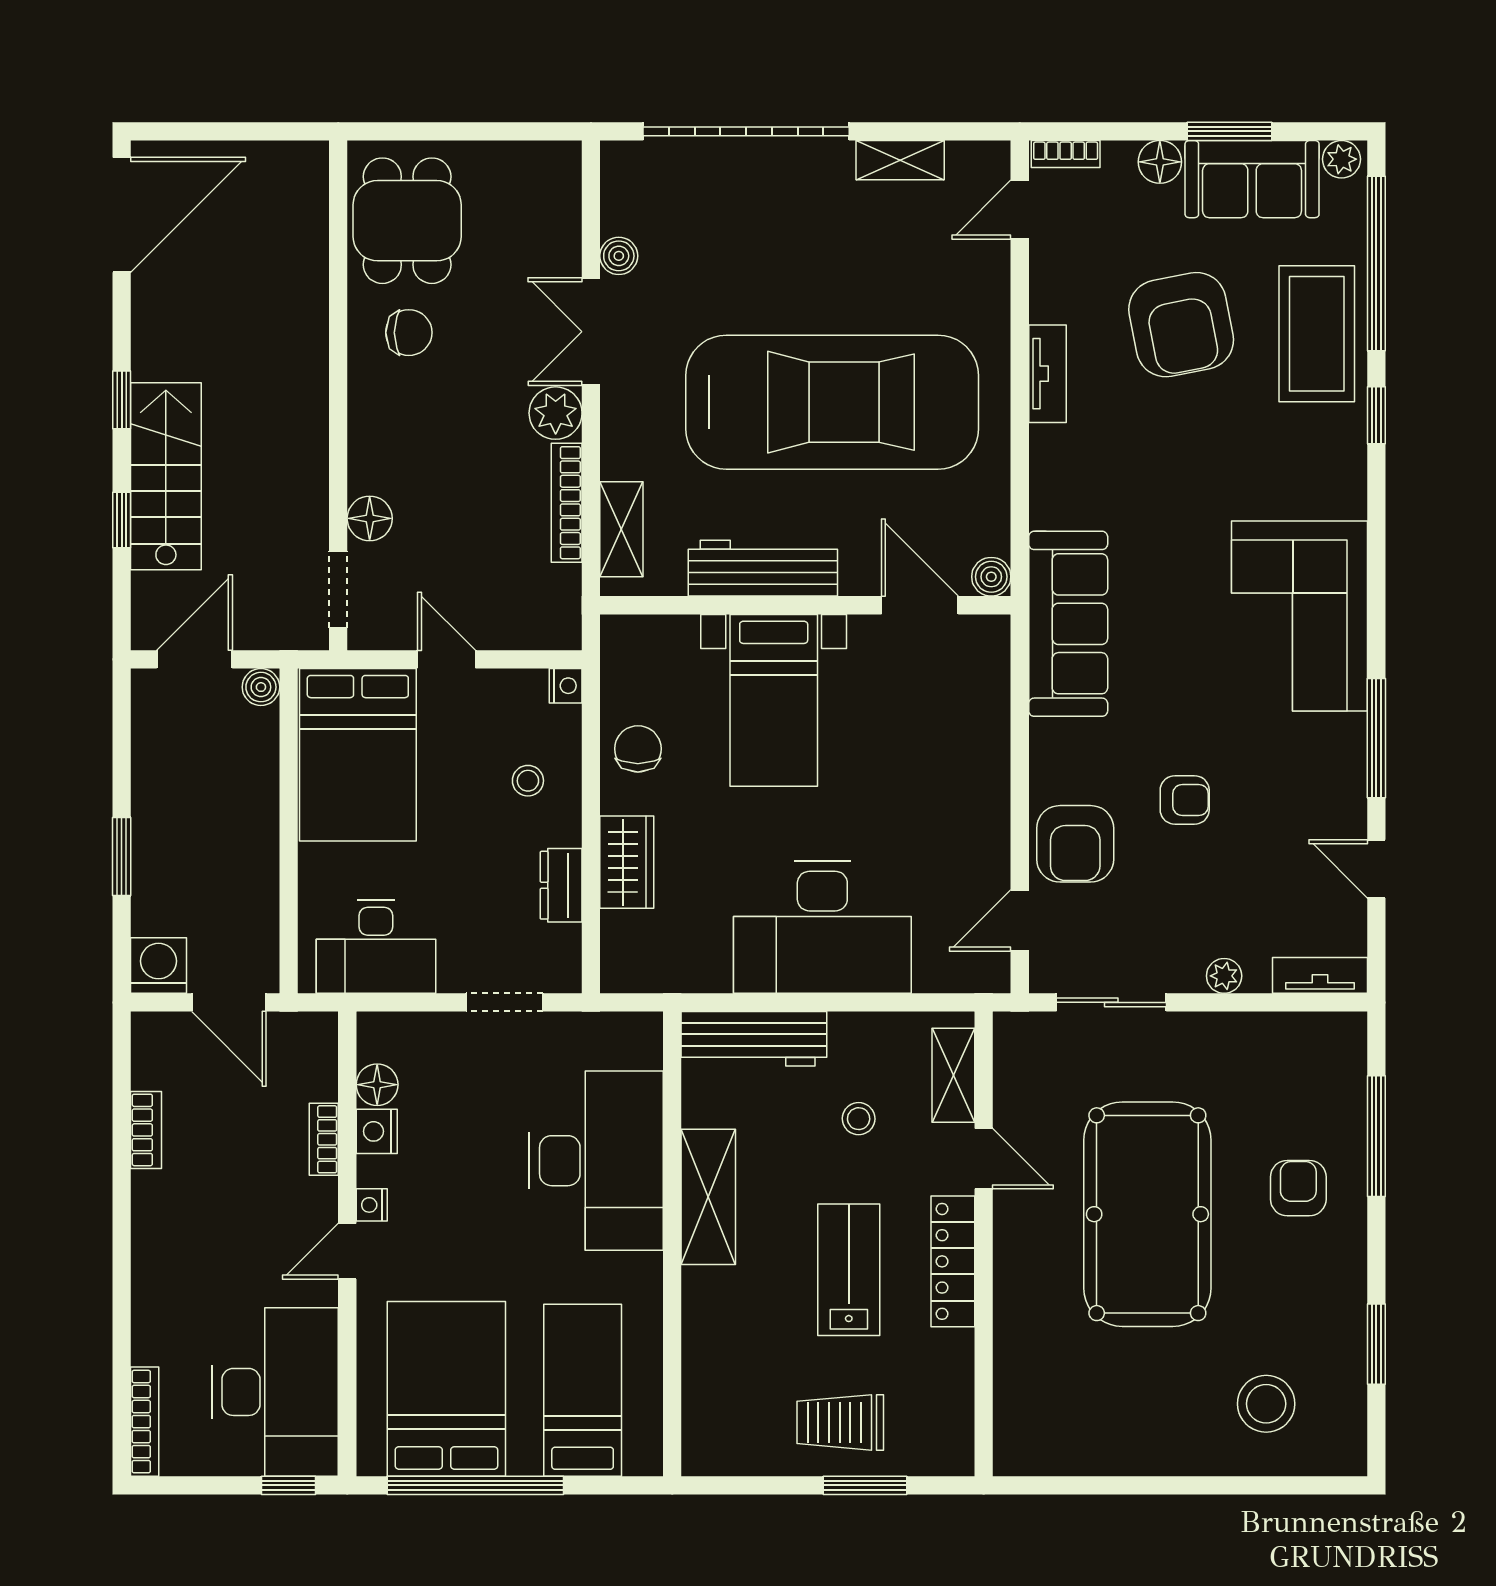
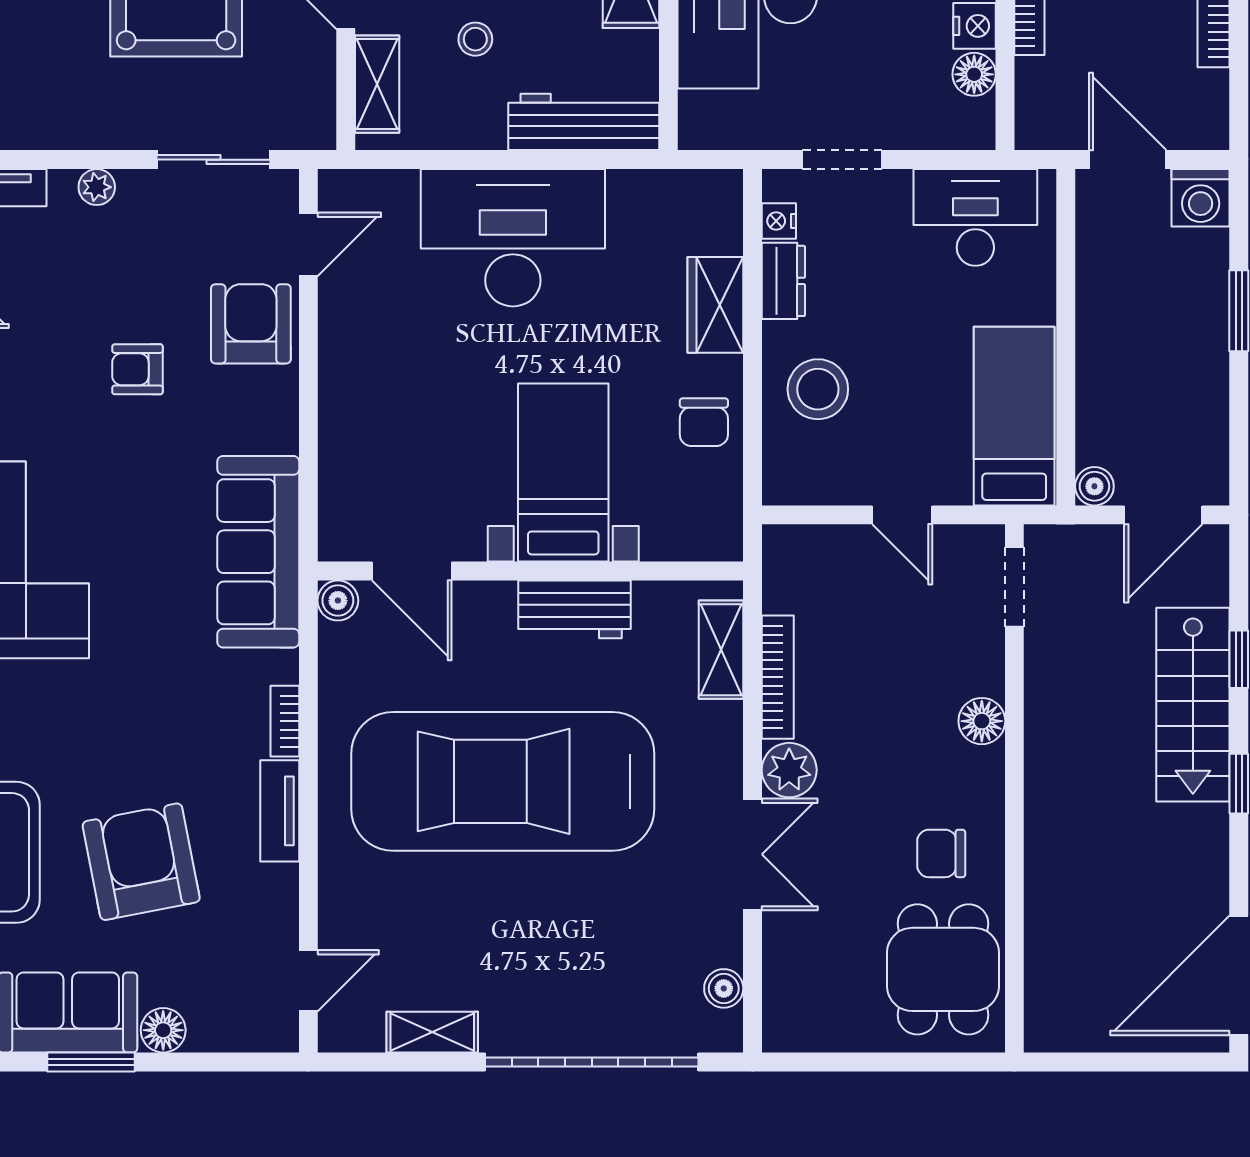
bookcase: (1066, 154) -> (285, 721), moved, turned -90
boiler: (619, 256) -> (724, 988), moved
floor lamp: (370, 518) -> (982, 721), moved
workbench: (763, 568) -> (574, 609), width x0.73
nightstand: (566, 686) -> (779, 221), moved
bed: (358, 755) -> (1014, 416), width x0.67
stool: (528, 781) -> (818, 389), width x1.89, depth x1.89

